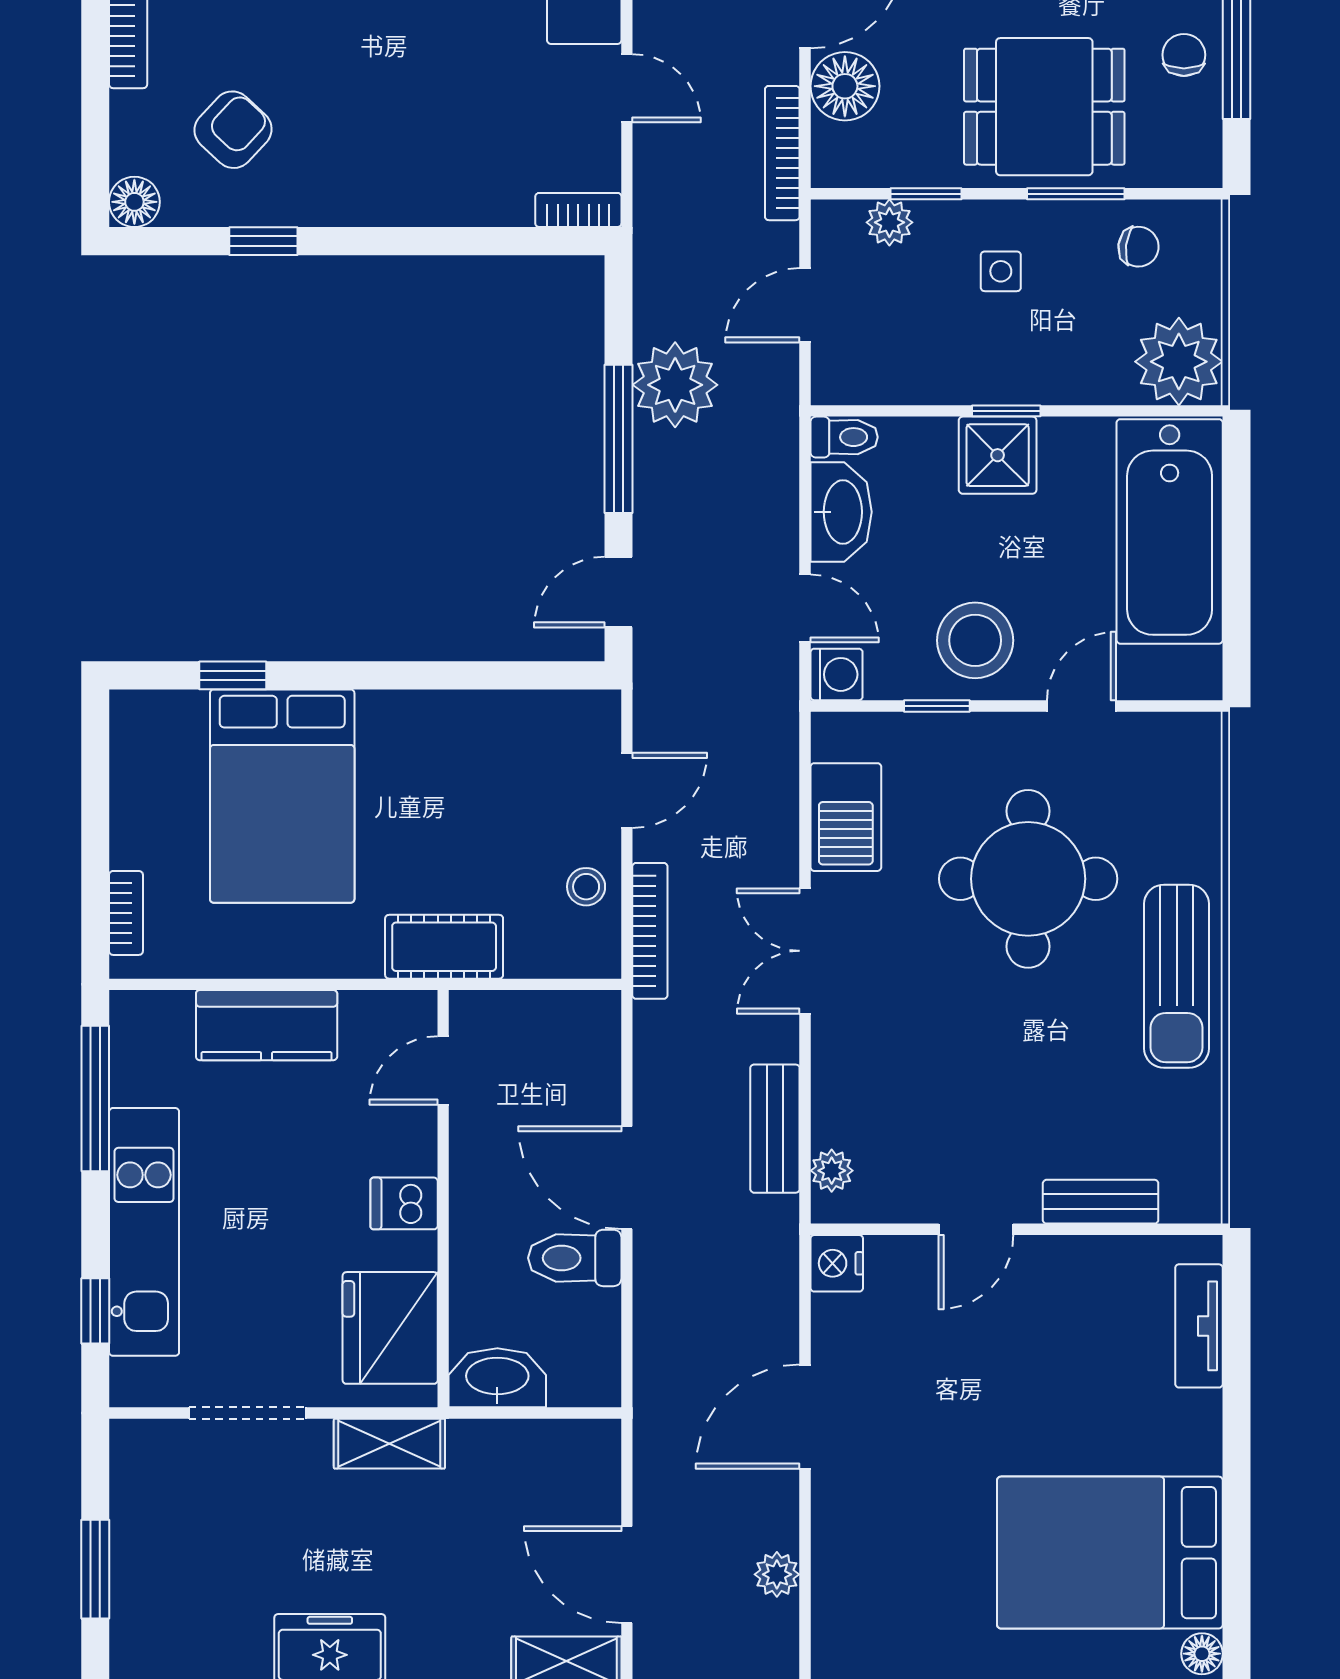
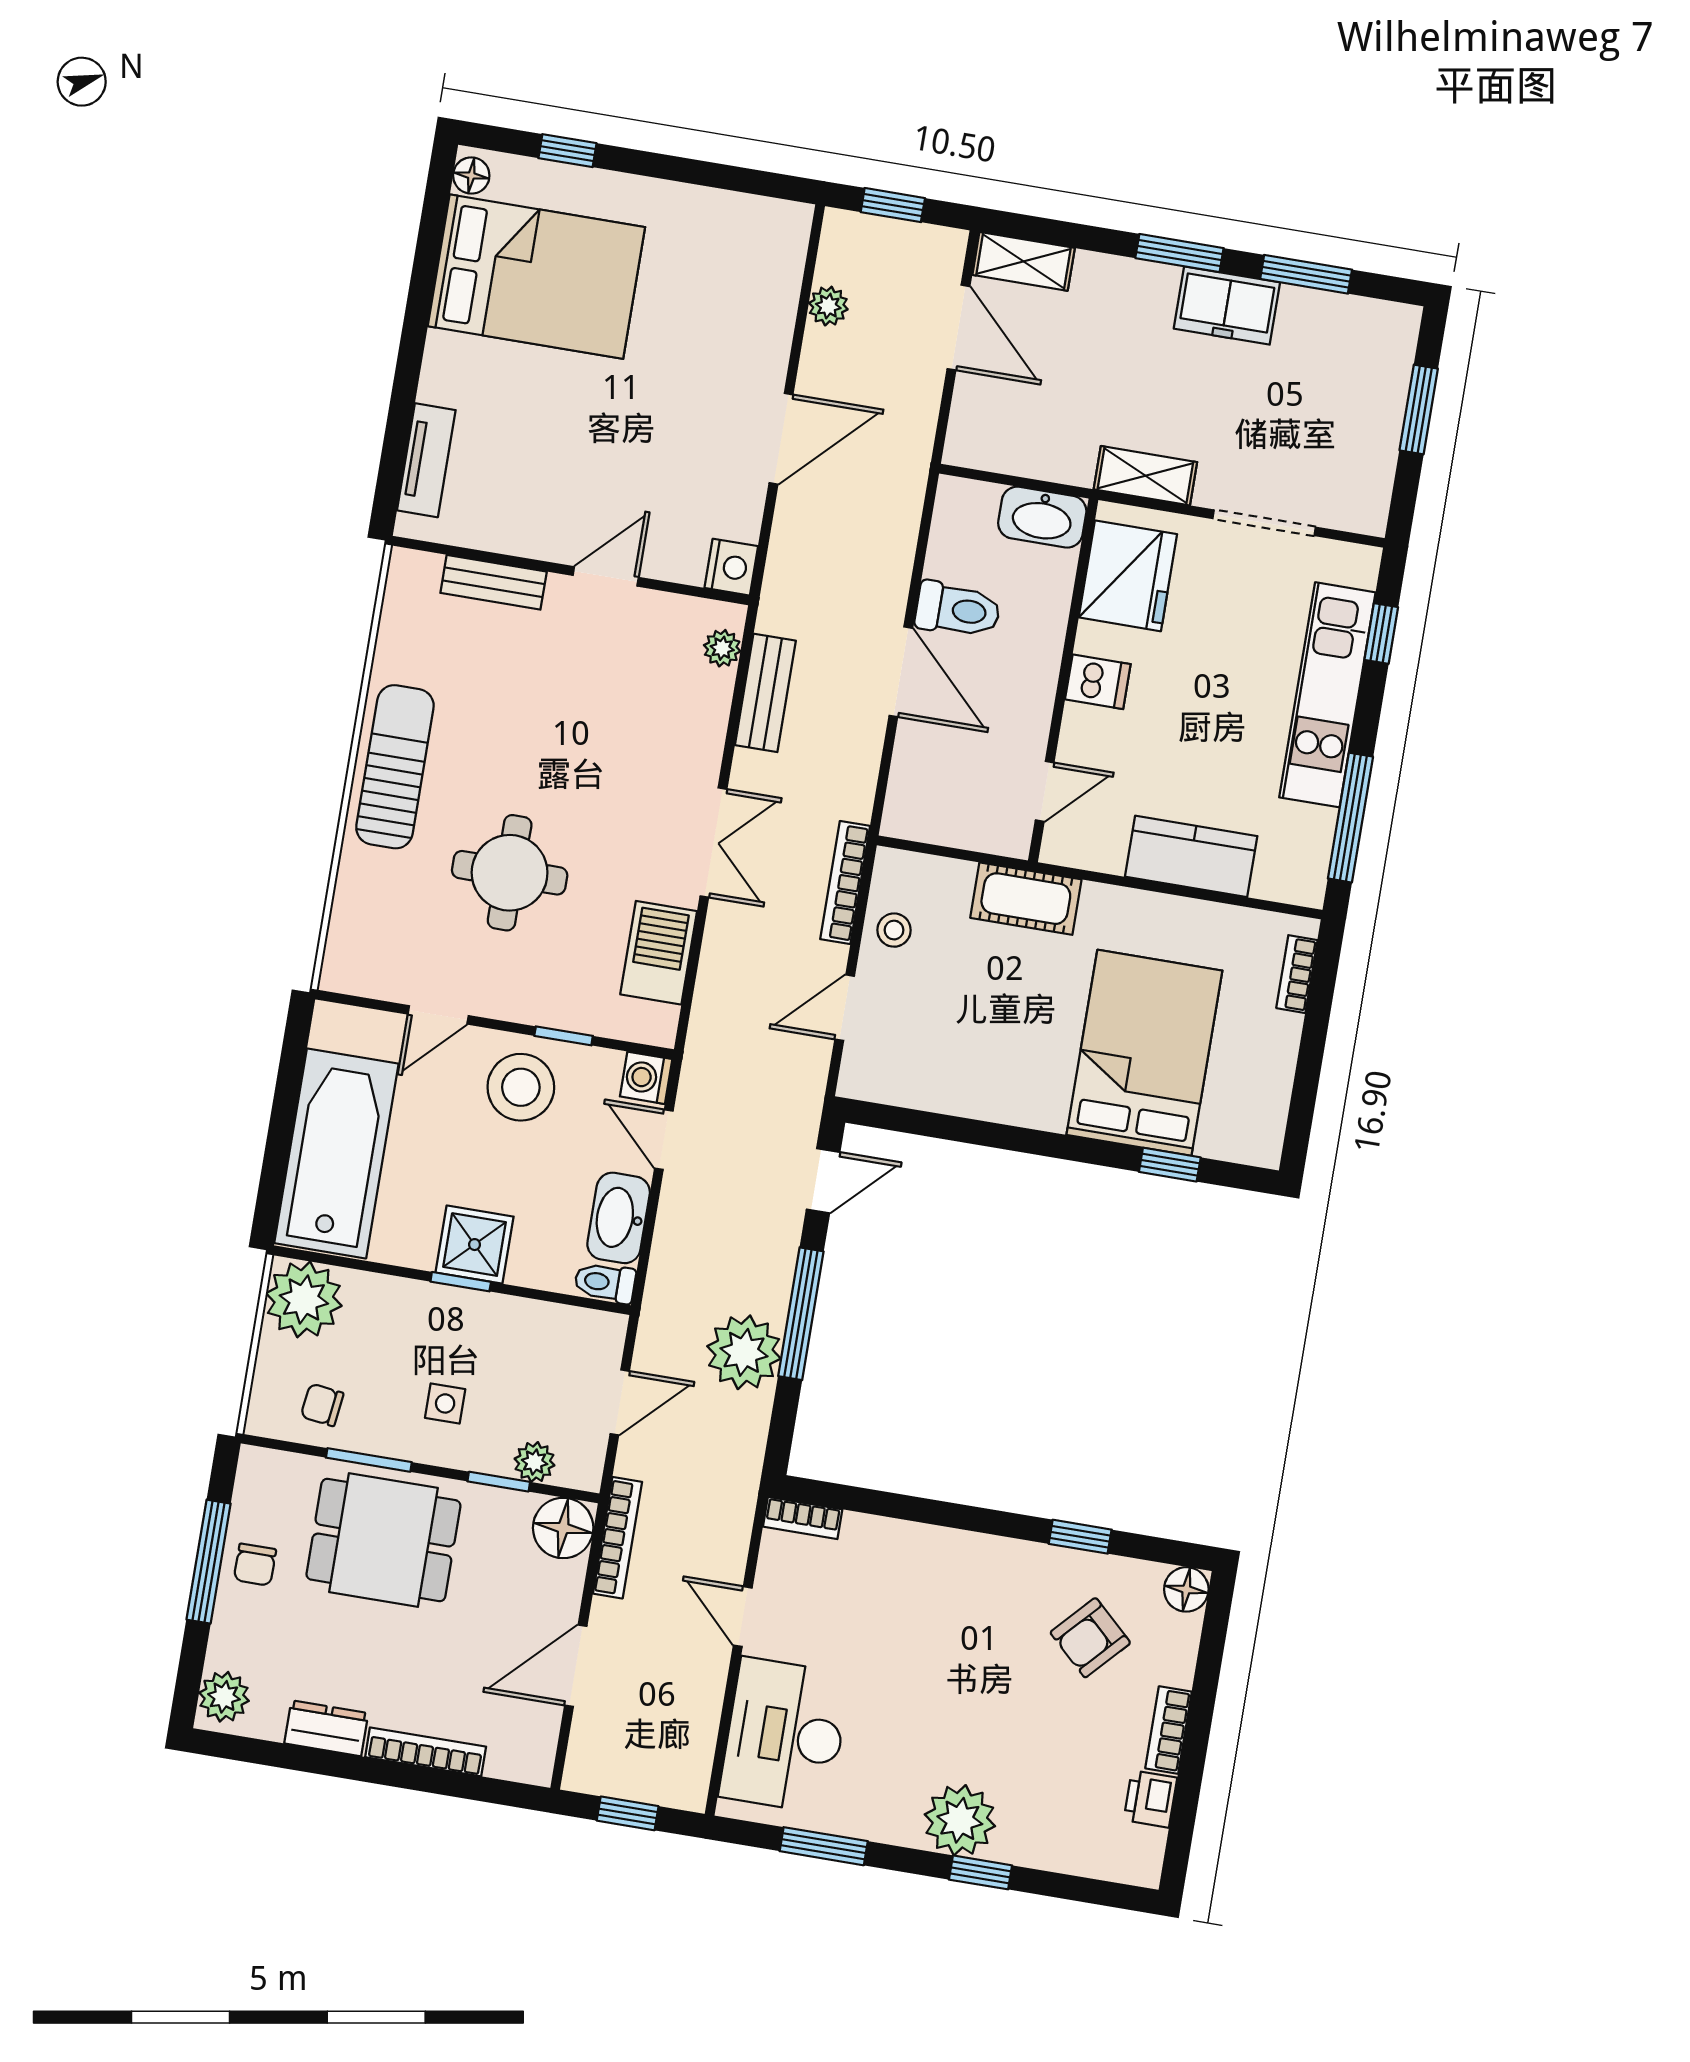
floor lamp: (845, 86) -> (563, 1528), moved
round table: (1028, 879) -> (510, 873), width x0.73, depth x0.73

